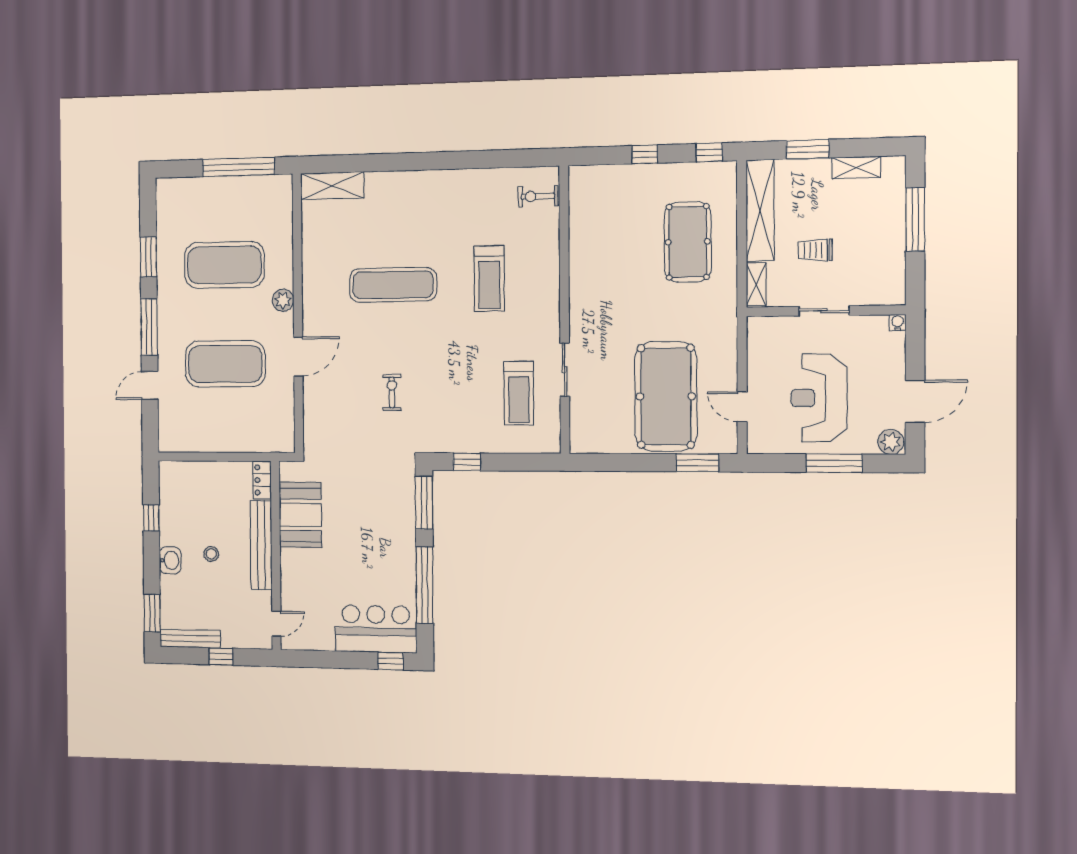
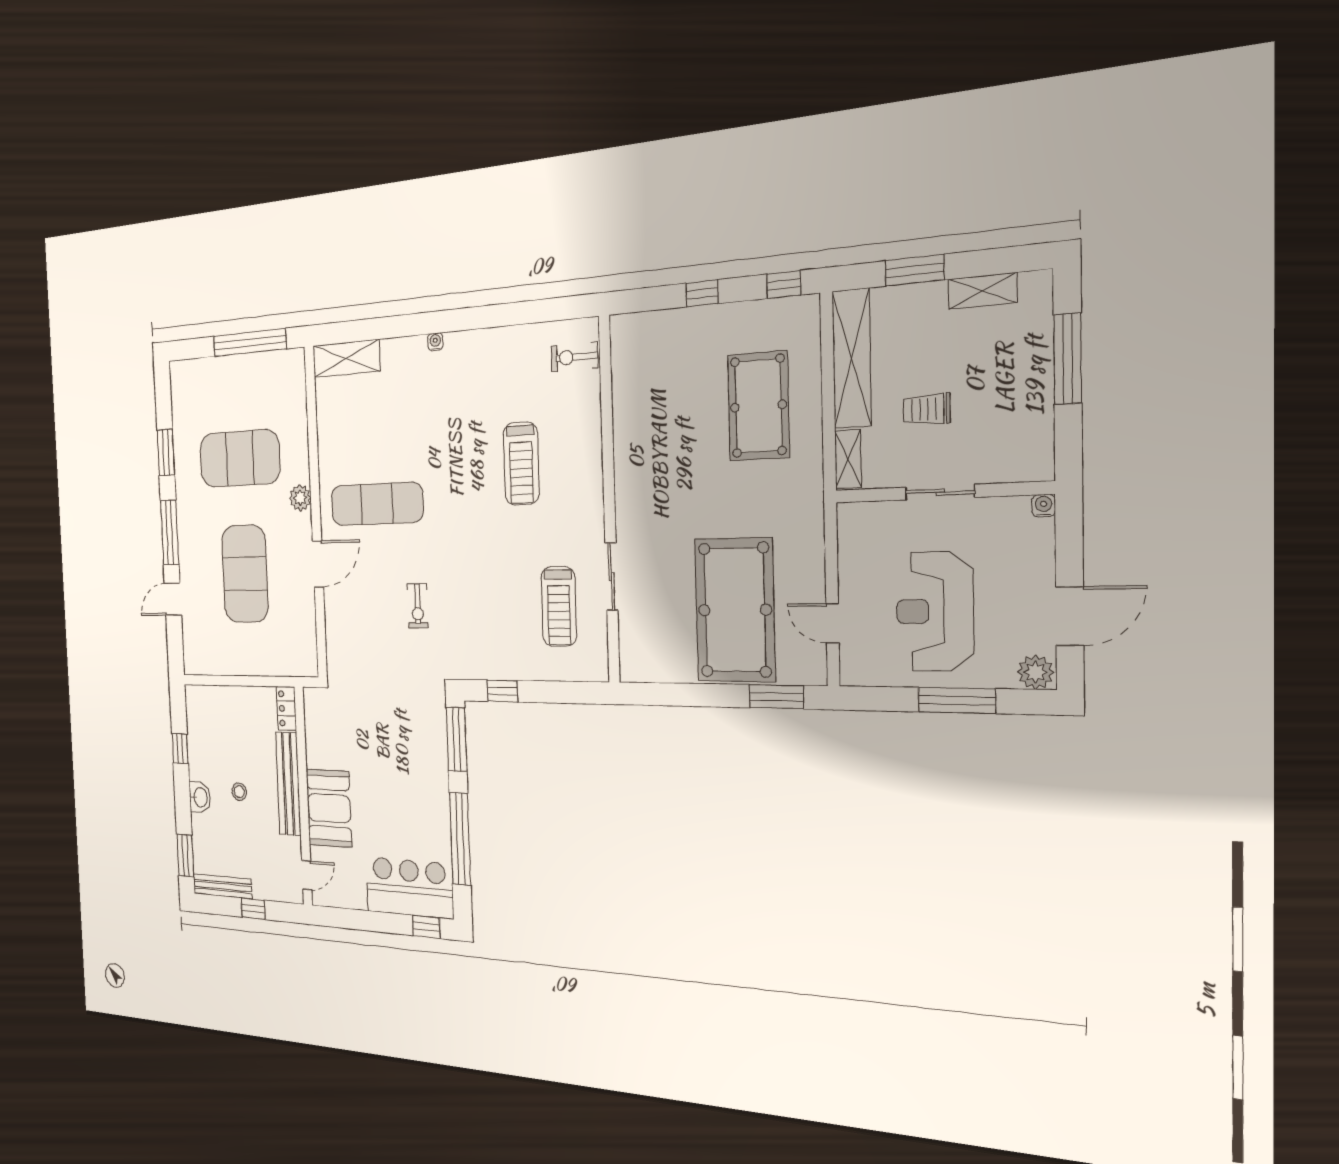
water cooler: (416, 177) -> (435, 342), added
exercise mat: (393, 285) -> (377, 504), moved
exercise mat: (225, 364) -> (245, 574), turned 90
exercise bike: (392, 392) -> (418, 606), turned 180
booth: (300, 515) -> (329, 808), moved

